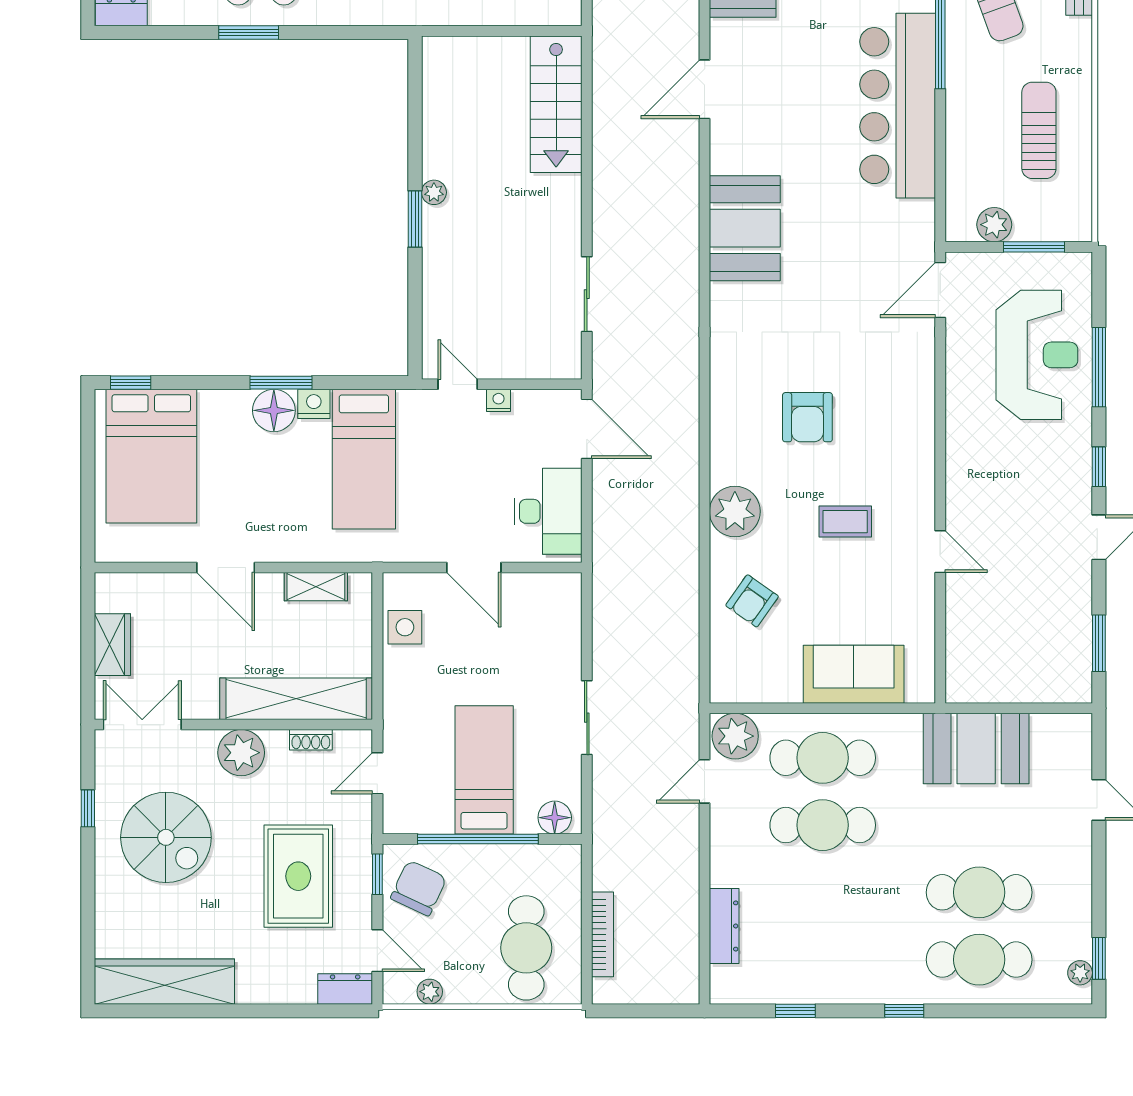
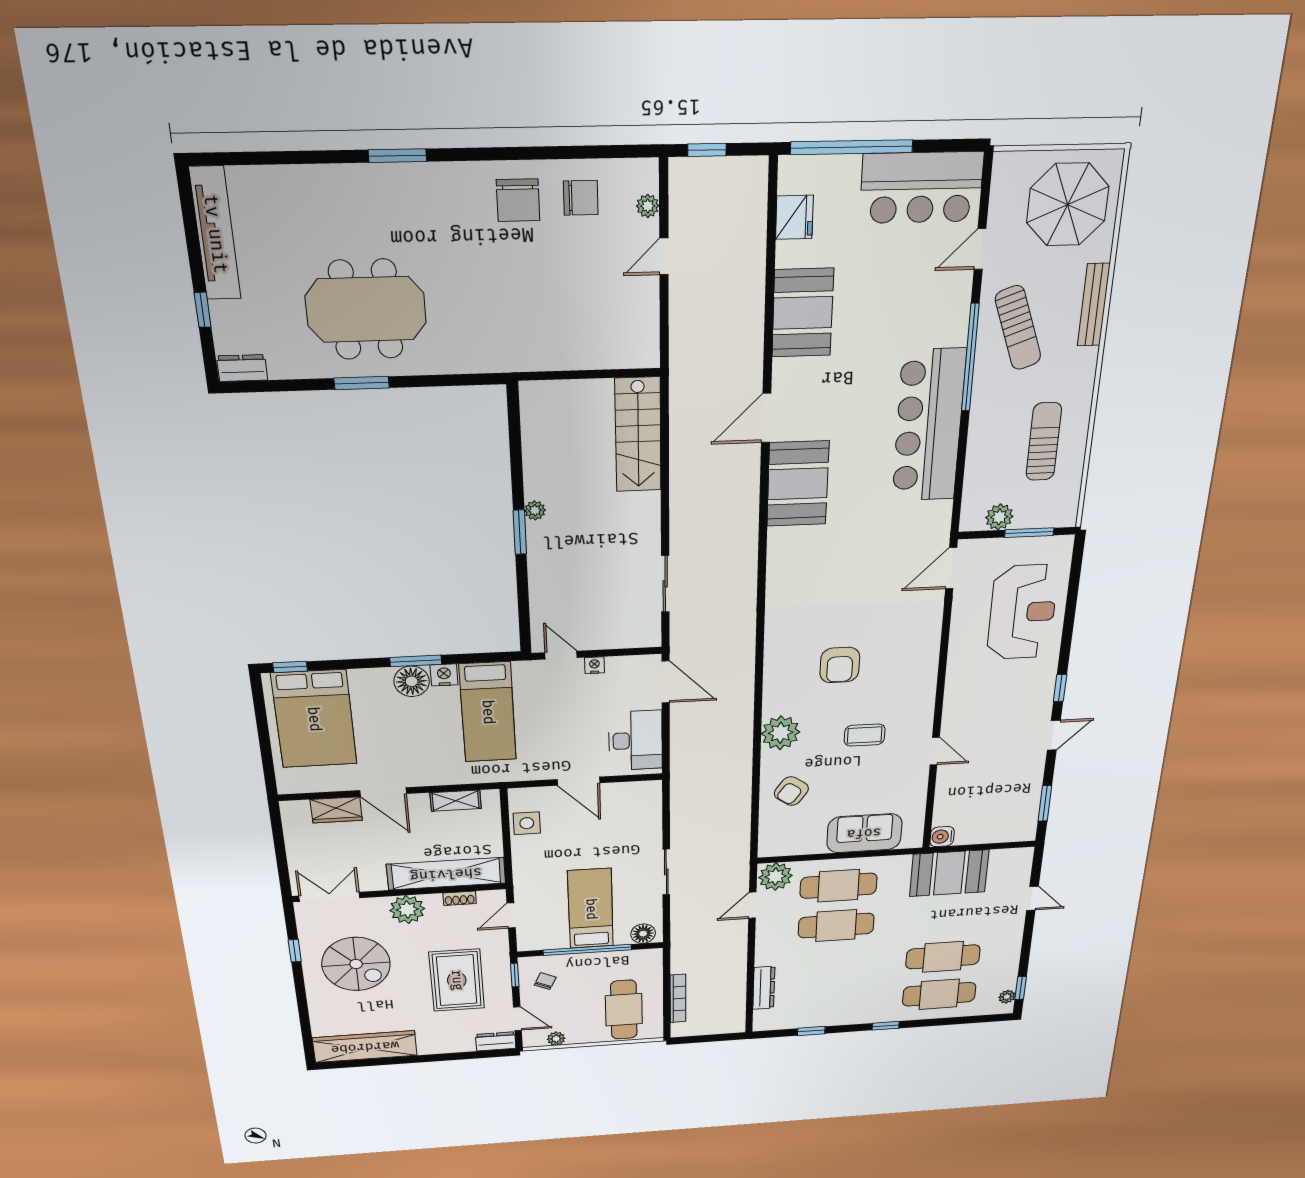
booth: (745, 228) -> (798, 484), moved
window: (1099, 367) -> (1069, 619), removed
wardrobe: (112, 645) -> (336, 810), moved, turned 90
water cooler: (961, 687) -> (942, 837), added
chair: (419, 888) -> (545, 981), width x0.54, depth x0.54

